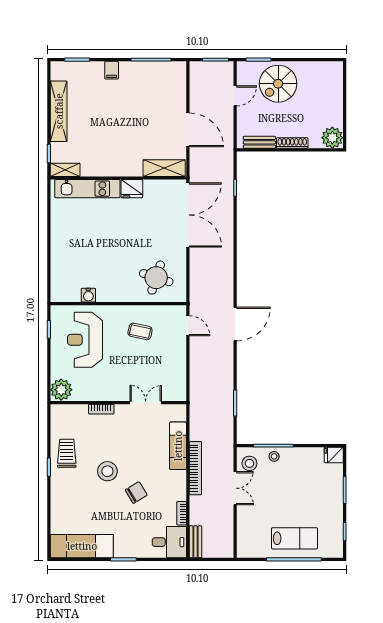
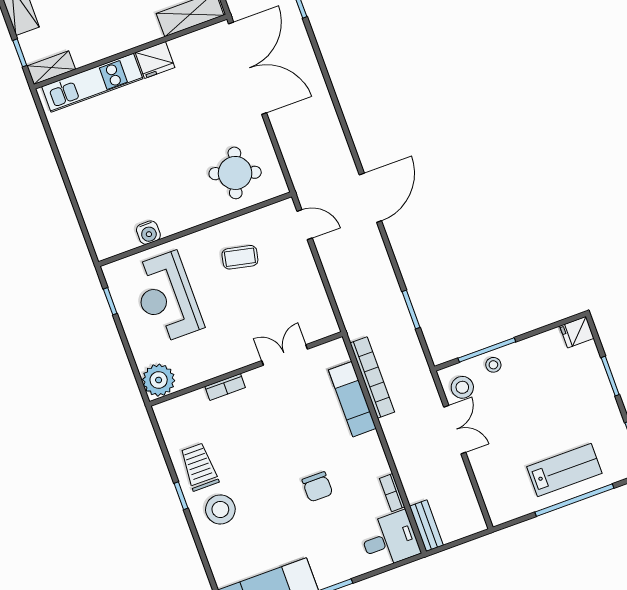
bookcase: (195, 468) -> (372, 378), moved
stool: (107, 471) -> (220, 509), moved
chair: (136, 493) -> (317, 487), turned 121

